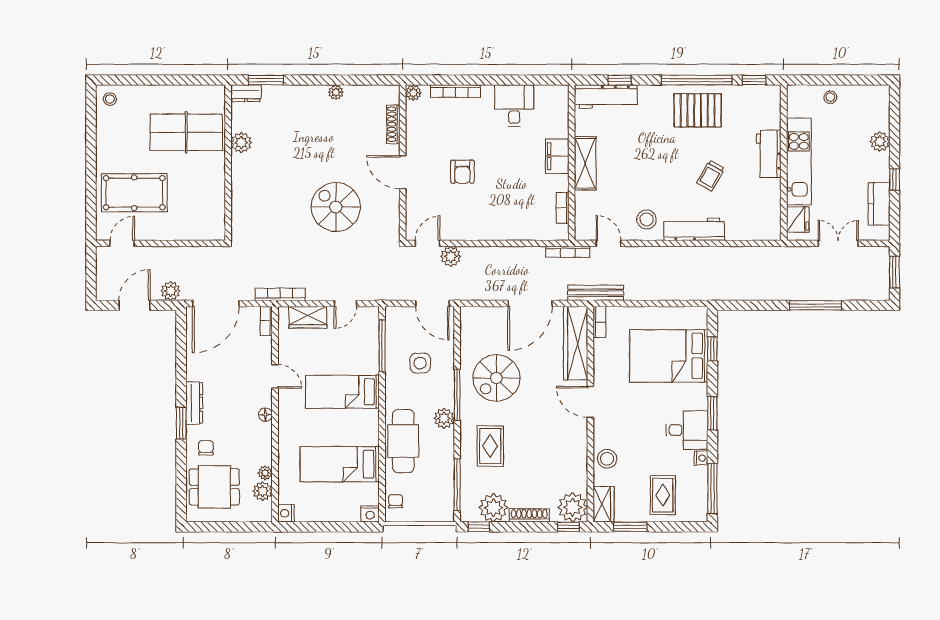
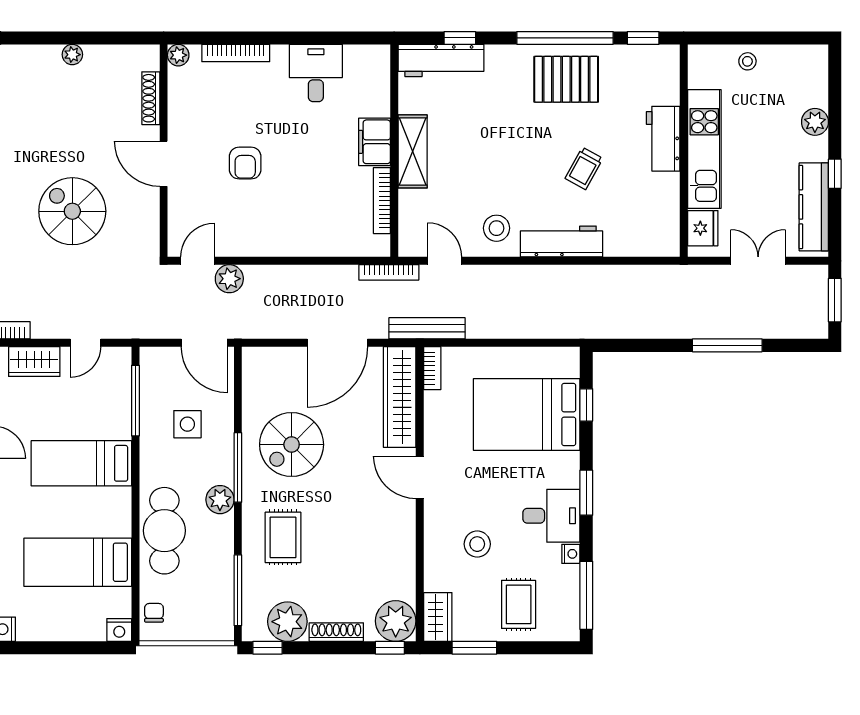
kitchen counter: (879, 204) -> (814, 207), width x1.50
bookcase: (563, 208) -> (382, 201), width x1.56
stool: (607, 459) -> (477, 544), moved

